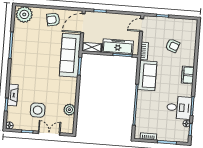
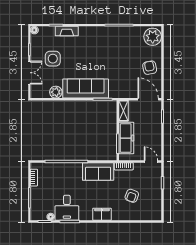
sofa: (70, 55) -> (86, 89), moved

